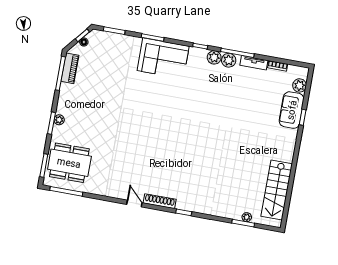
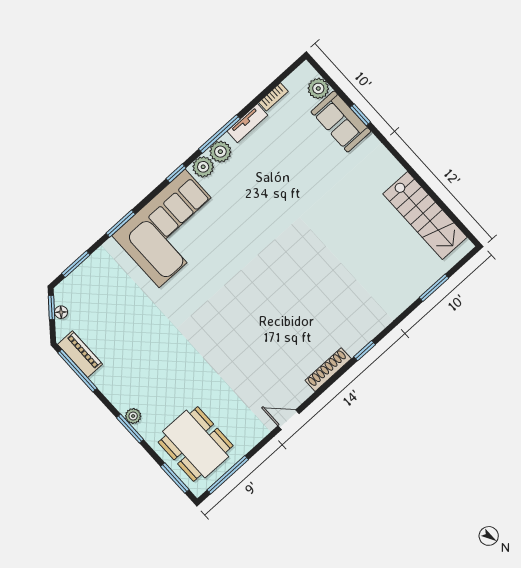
corner sofa: (163, 58) -> (172, 228), width x1.36, depth x1.36
dining table: (69, 163) -> (196, 444), turned 90
door: (134, 204) -> (288, 420), moved
plant: (247, 217) -> (430, 278), removed

